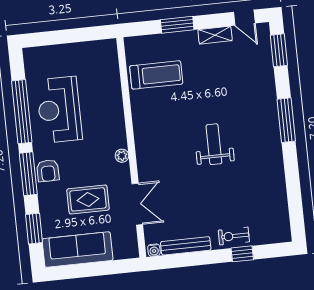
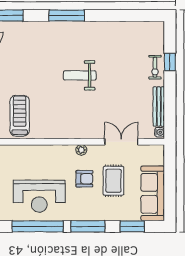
armchair: (48, 171) -> (84, 179), moved

